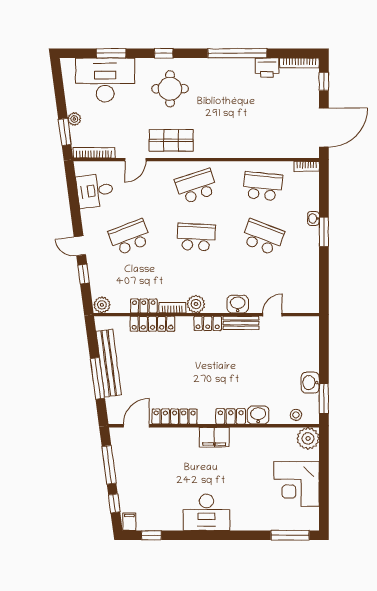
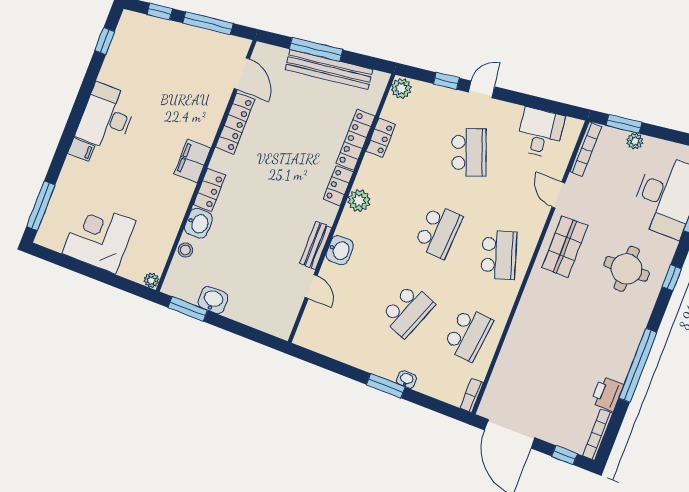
bookcase: (172, 308) -> (365, 171), removed
locker: (208, 323) -> (338, 186), moved
stool: (296, 415) -> (185, 250), moved
plant: (308, 438) -> (151, 280), width x0.53, depth x0.53
filing cabinet: (129, 522) -> (81, 150), moved

